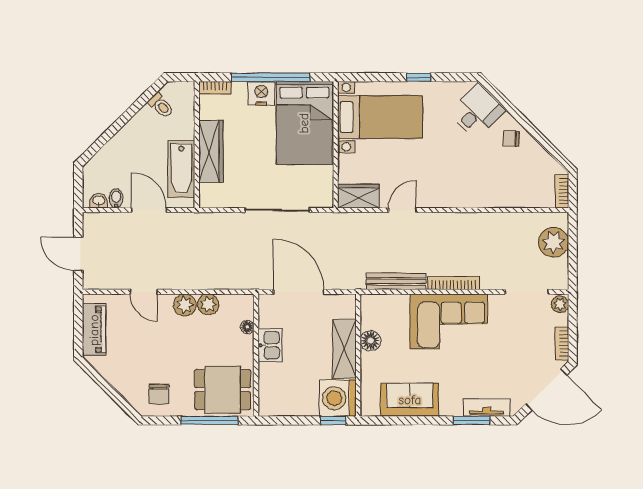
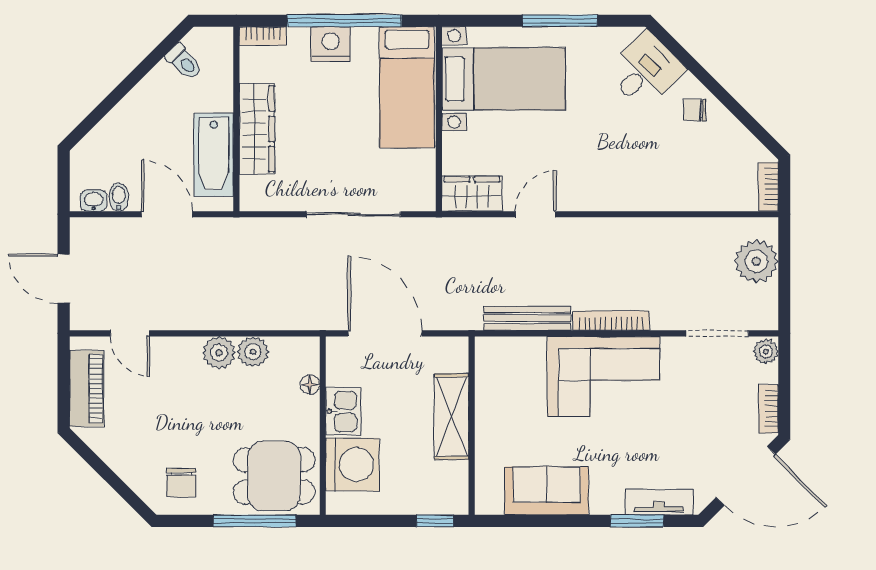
window: (419, 77) -> (560, 21), width x2.17
bed: (304, 123) -> (407, 87), width x0.67
door: (144, 292) -> (130, 333), moved
floor lamp: (370, 341) -> (489, 405), removed
washing machine: (338, 398) -> (352, 464), moved, turned 180

